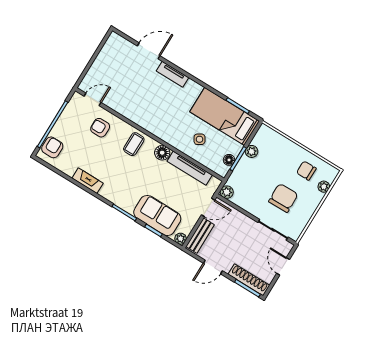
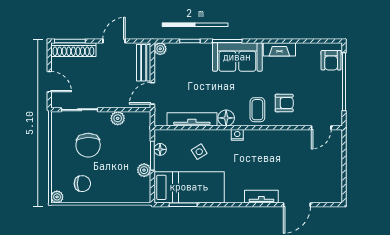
armchair: (100, 128) -> (284, 103), moved
nightstand: (162, 134) -> (237, 135), added
plant: (324, 187) -> (57, 197), moved
plant: (227, 192) -> (118, 118), moved
sofa: (157, 216) -> (237, 57), moved

